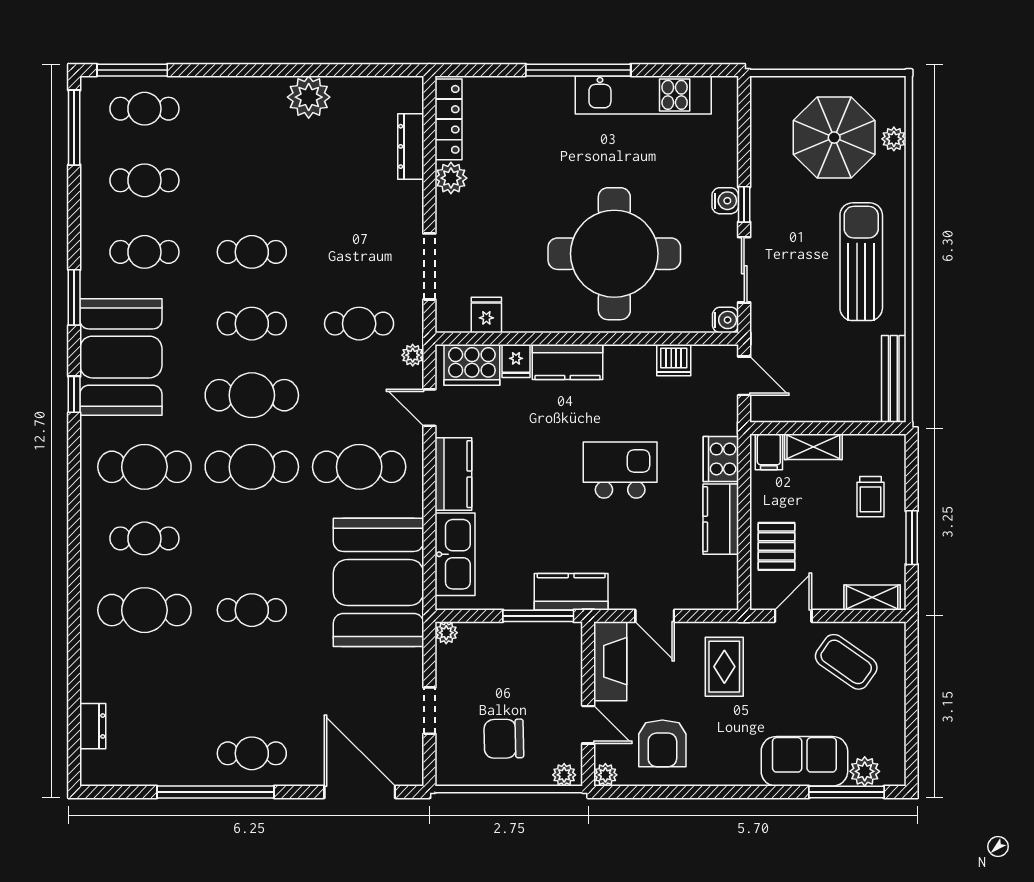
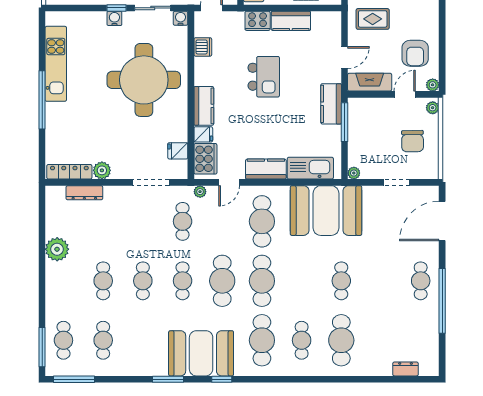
cafe table: (144, 252) -> (103, 281), moved
kitchen island: (620, 470) -> (264, 77), turned 180
armchair: (662, 743) -> (415, 53), turned 90

